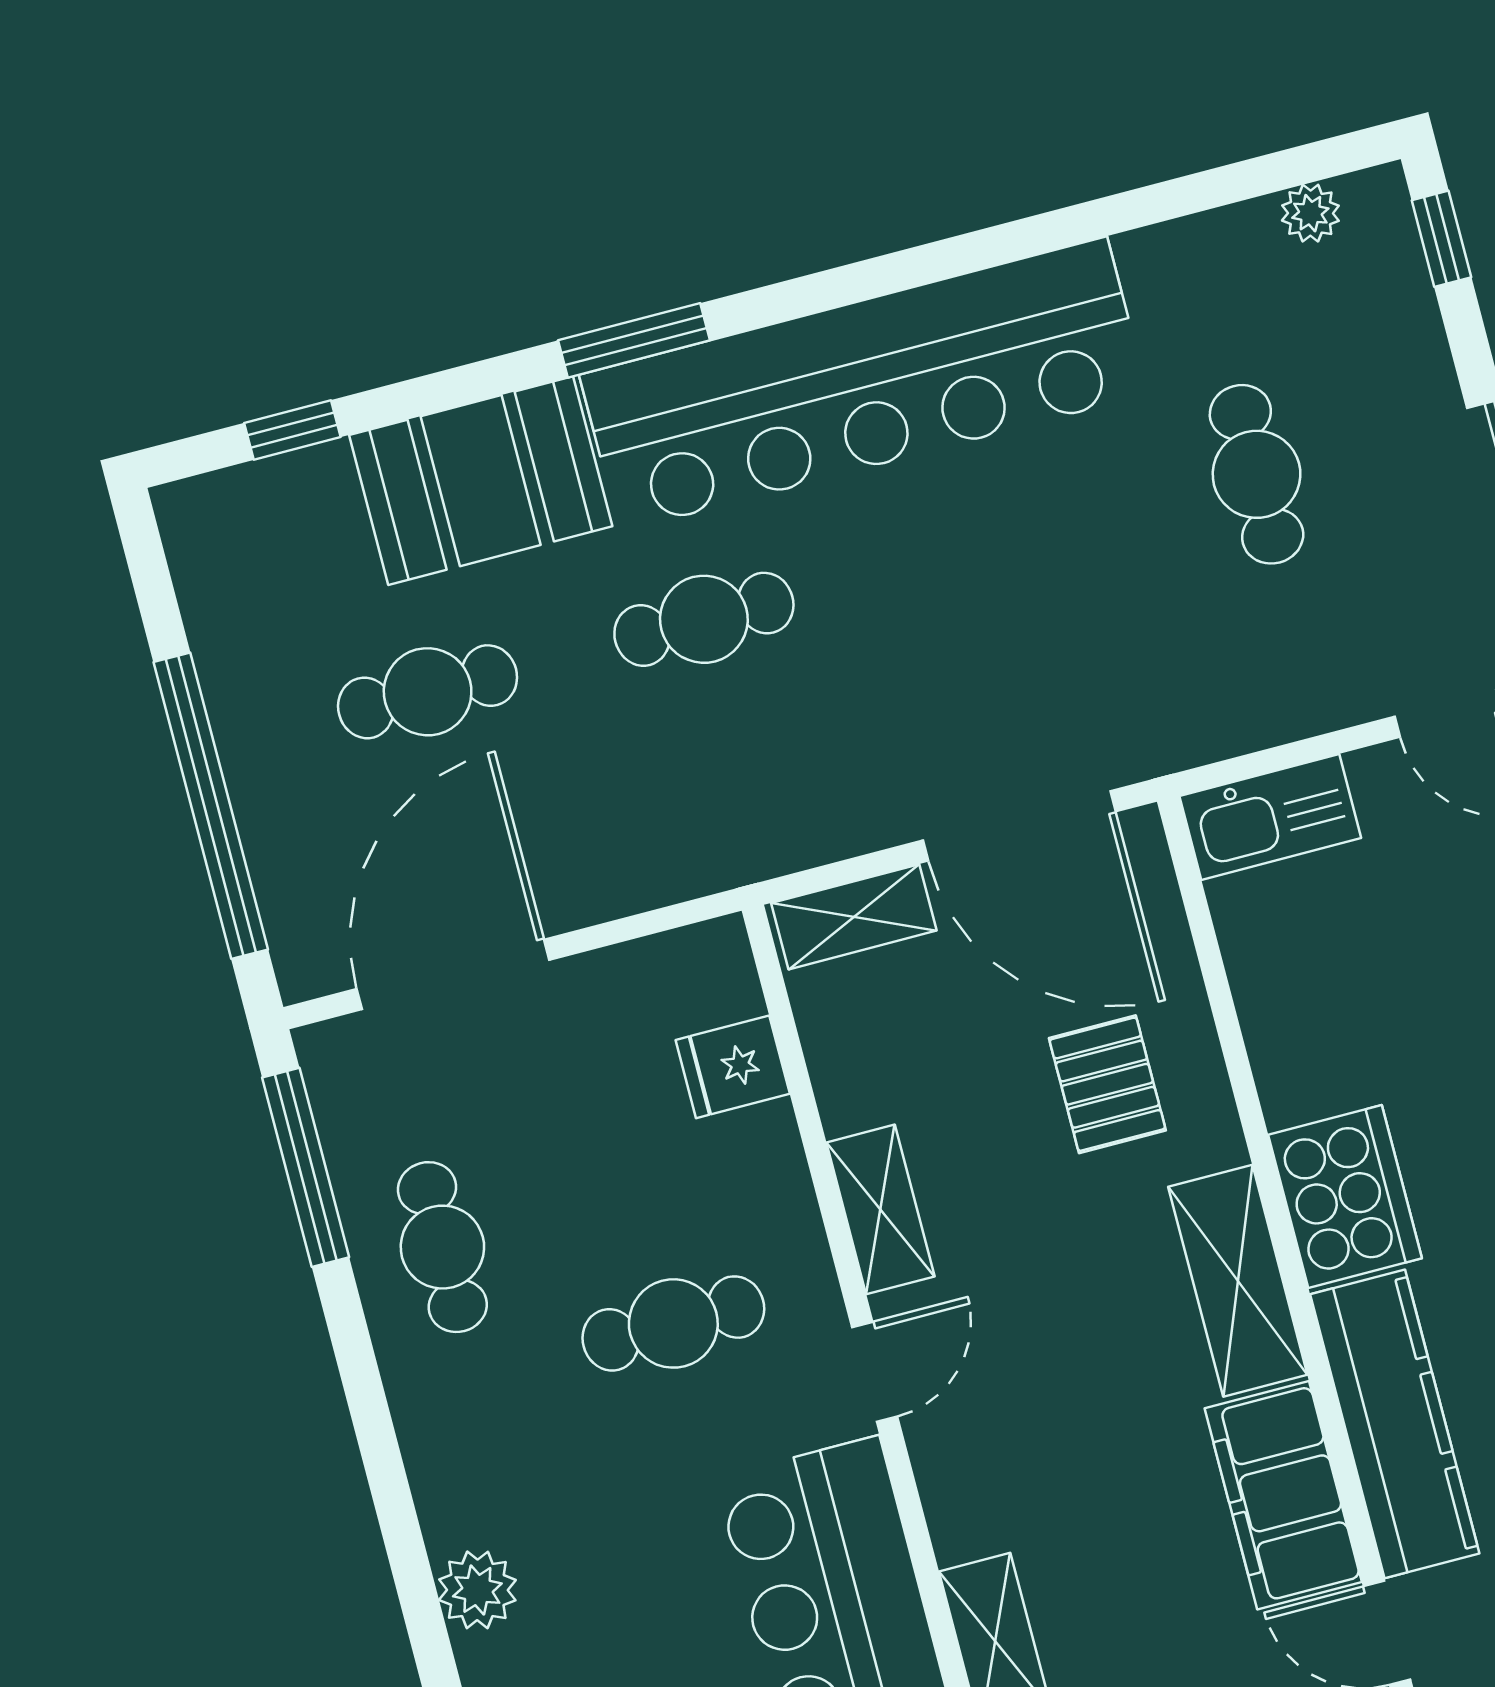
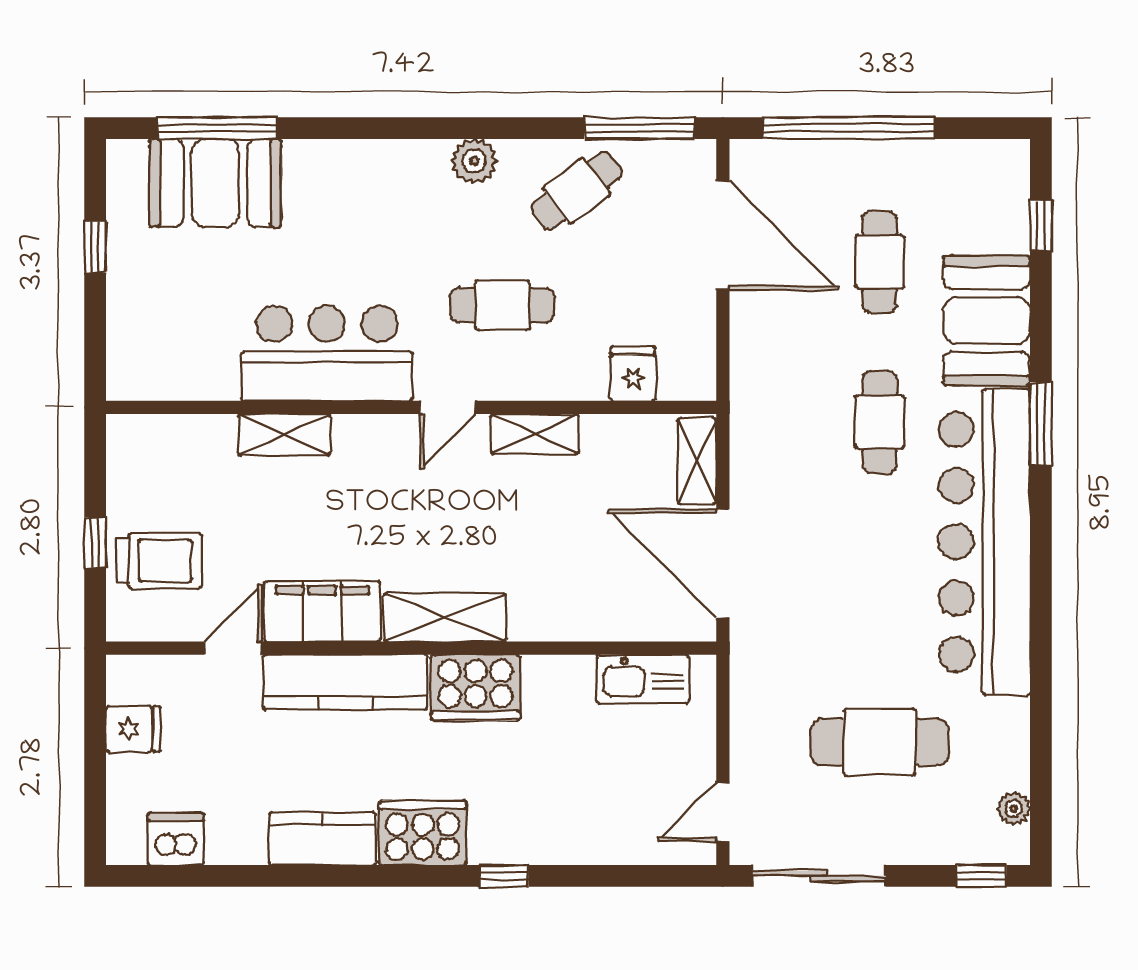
cafe table: (1257, 474) -> (880, 742), width x1.37, depth x1.35
kitchen sink: (1270, 817) -> (643, 679), moved, turned -90
door: (1019, 826) -> (723, 564), hinge flipped
pallet: (1107, 1084) -> (570, 575), removed
cafe table: (442, 1247) -> (577, 191), turned -37
cafe table: (673, 1323) -> (502, 305), turned 90
door: (875, 1372) -> (447, 407), hinge flipped
plant: (477, 1590) -> (474, 161), moved

